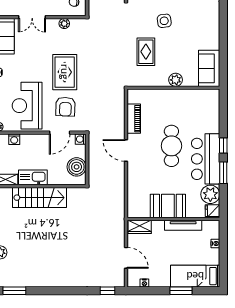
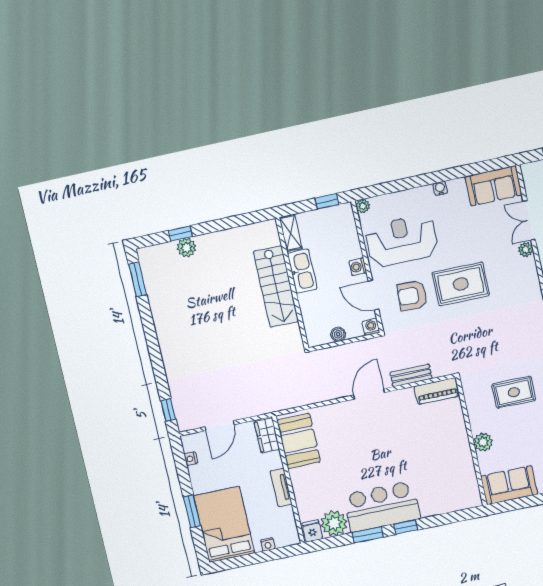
plant: (64, 24) -> (526, 250), moved
bench: (119, 119) -> (411, 375), added
piano: (134, 119) -> (437, 391), moved
washing machine: (14, 139) -> (358, 267), moved
cafe table: (171, 146) -> (389, 456), removed
boiler: (77, 167) -> (338, 334), width x0.54, depth x0.54
booth: (168, 206) -> (299, 441), moved
tv unit: (183, 225) -> (281, 488), width x0.71
bed: (195, 276) -> (224, 524), width x1.50

